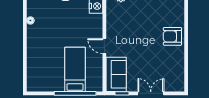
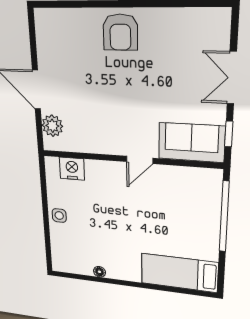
bed: (75, 69) -> (179, 273), moved

